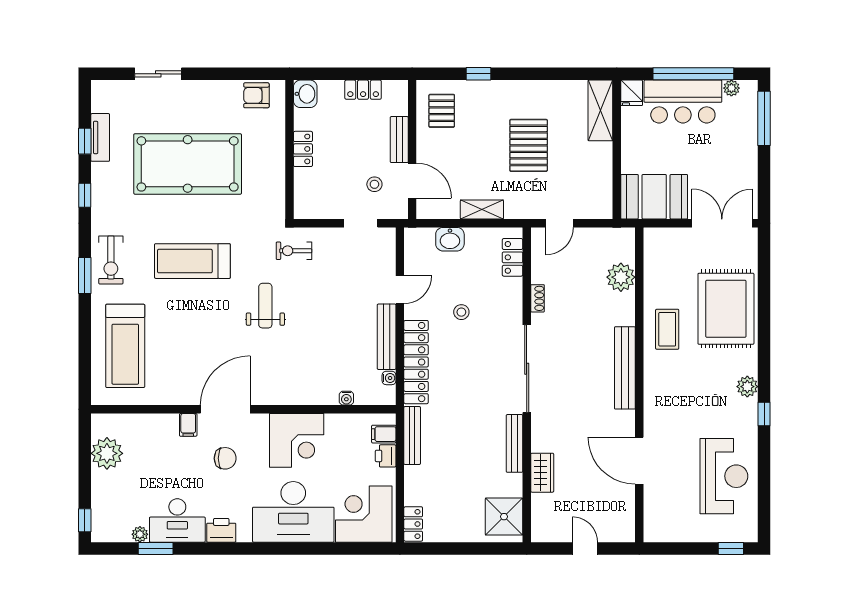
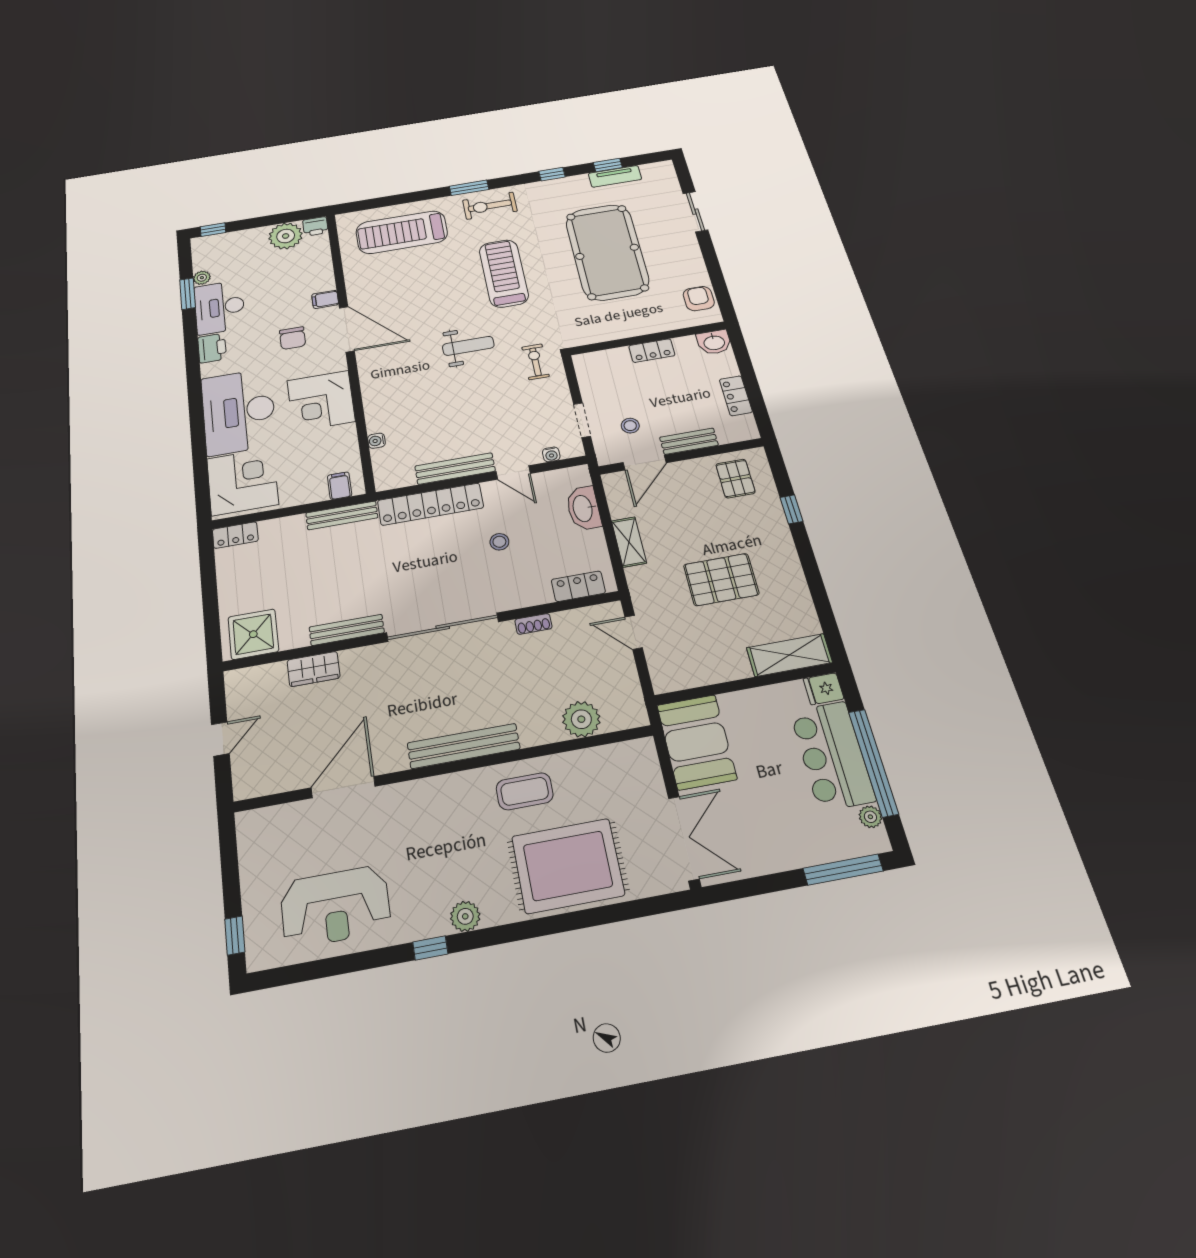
pallet: (442, 111) -> (735, 479), turned 90
washbasin: (450, 239) -> (583, 508), width x1.38
water cooler: (389, 378) -> (551, 454), moved
printer: (386, 456) -> (315, 226), moved, turned 180

